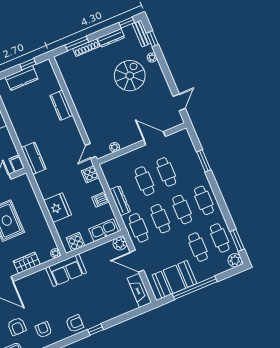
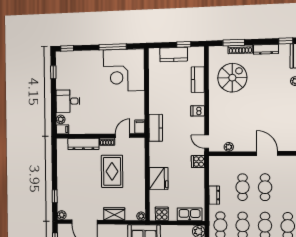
spiral stairs: (130, 76) -> (232, 78), moved
kitchen counter: (61, 105) -> (198, 80), moved
door: (91, 151) -> (207, 142), hinge flipped
dishwasher: (100, 199) -> (198, 111), moved
dresser: (120, 201) -> (214, 195), width x0.70

